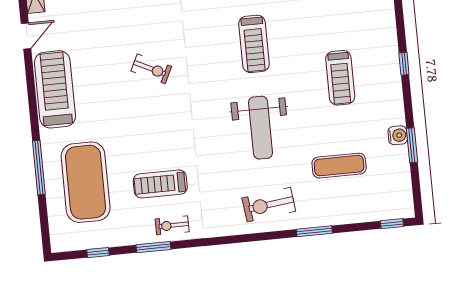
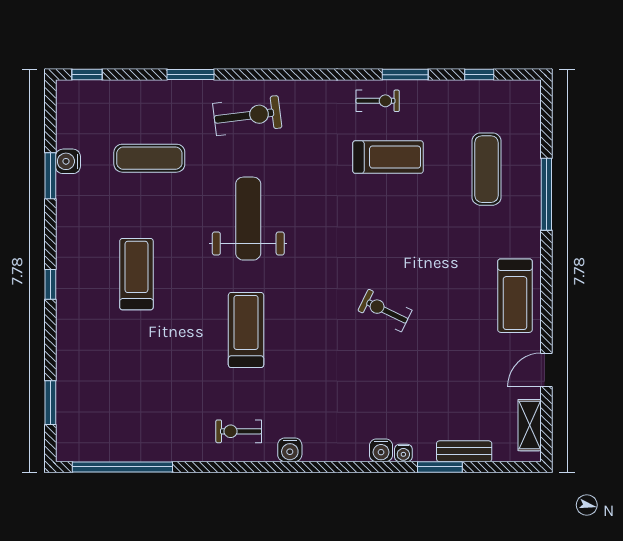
treadmill: (55, 89) -> (515, 296), width x0.73, depth x0.73
water cooler: (398, 135) -> (68, 161), moved
exercise mat: (86, 182) -> (486, 169), width x0.50, depth x0.69

